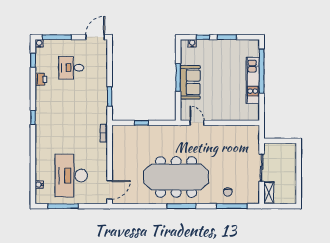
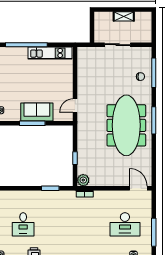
kitchen unit: (253, 80) -> (50, 53), moved
plant: (118, 131) -> (83, 180), added
desk: (71, 176) -> (125, 224), width x0.73, depth x0.77
shelving: (269, 193) -> (124, 16), moved

